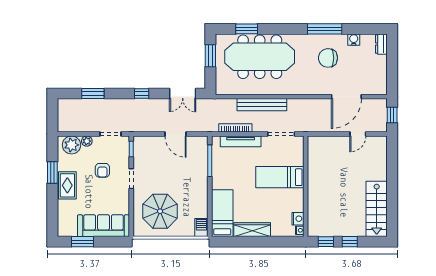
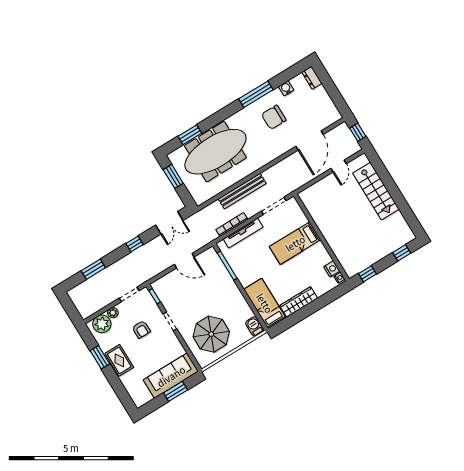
stairs: (377, 209) -> (376, 191), moved
window: (82, 242) -> (176, 391), moved
window: (350, 242) -> (402, 253), moved

